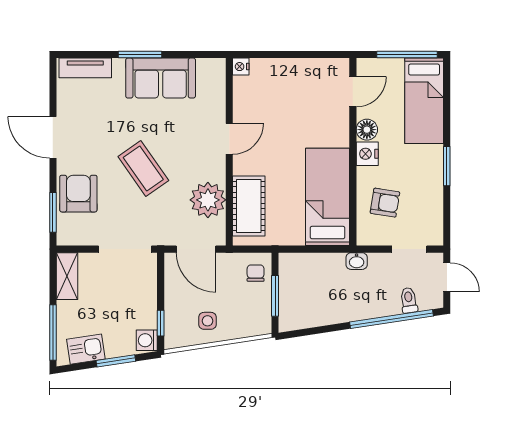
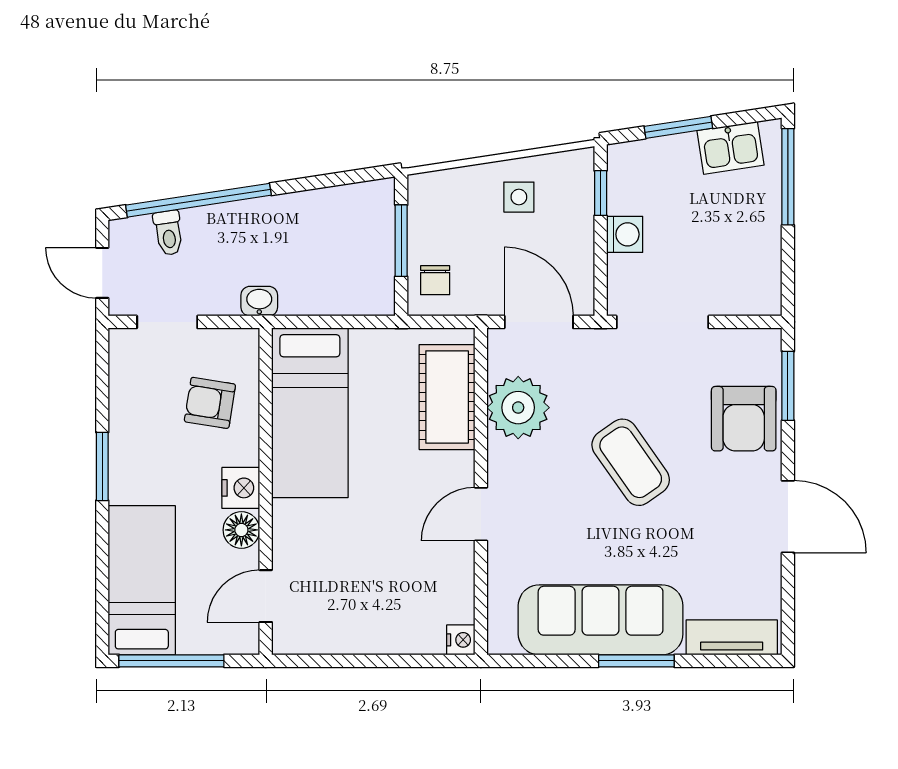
sofa: (161, 78) -> (601, 620), width x1.36
shelving: (67, 276) -> (763, 275), removed
washing machine: (147, 340) -> (625, 234), moved

